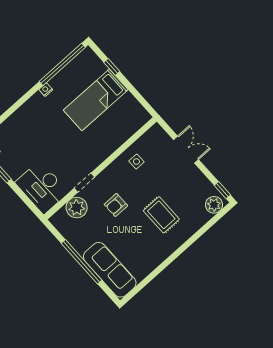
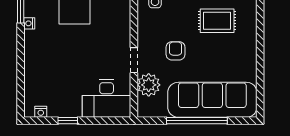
armchair: (116, 205) -> (176, 51), turned 180
sofa: (110, 270) -> (212, 100), width x1.36, depth x1.27

